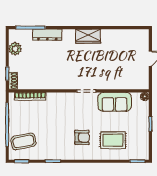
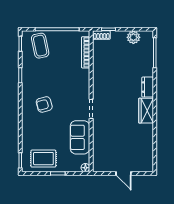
dresser: (47, 35) -> (148, 87), moved, width x0.70
armchair: (82, 137) -> (44, 104), turned 75
rug: (113, 140) -> (43, 159), moved, turned 90

